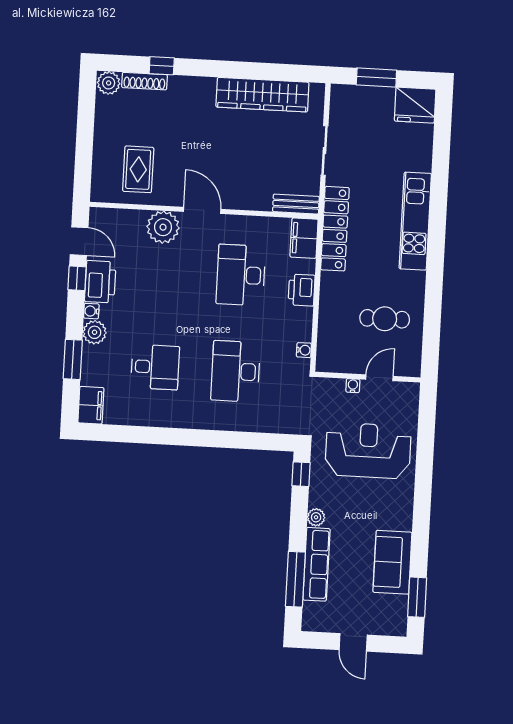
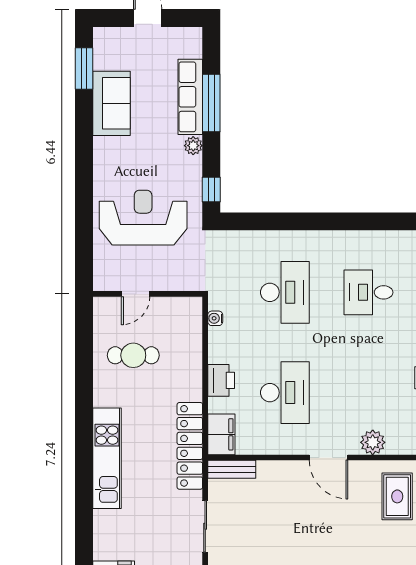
plant: (163, 227) -> (373, 442), width x0.73, depth x0.73
water cooler: (353, 386) -> (162, 284), removed
reception desk: (368, 451) -> (143, 218), turned 180
window: (295, 579) -> (211, 103), moved

